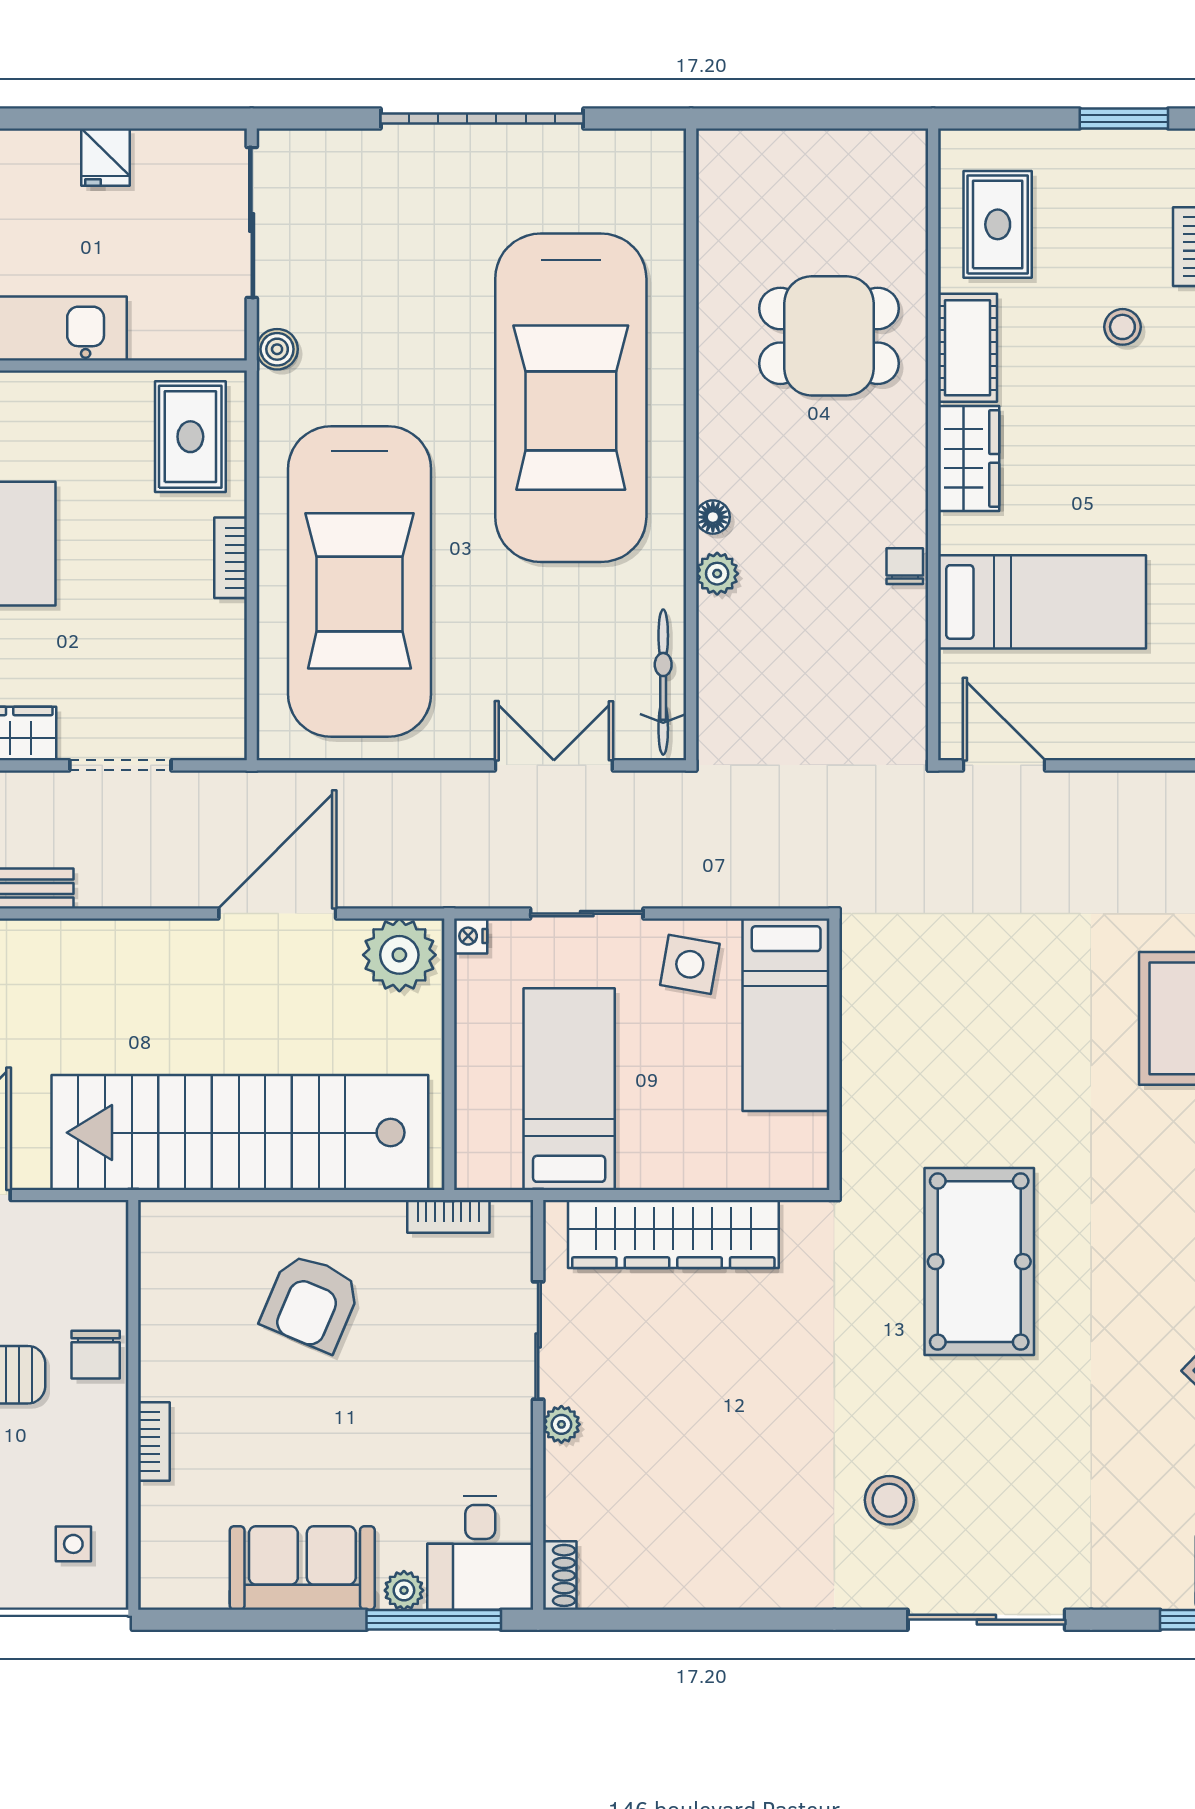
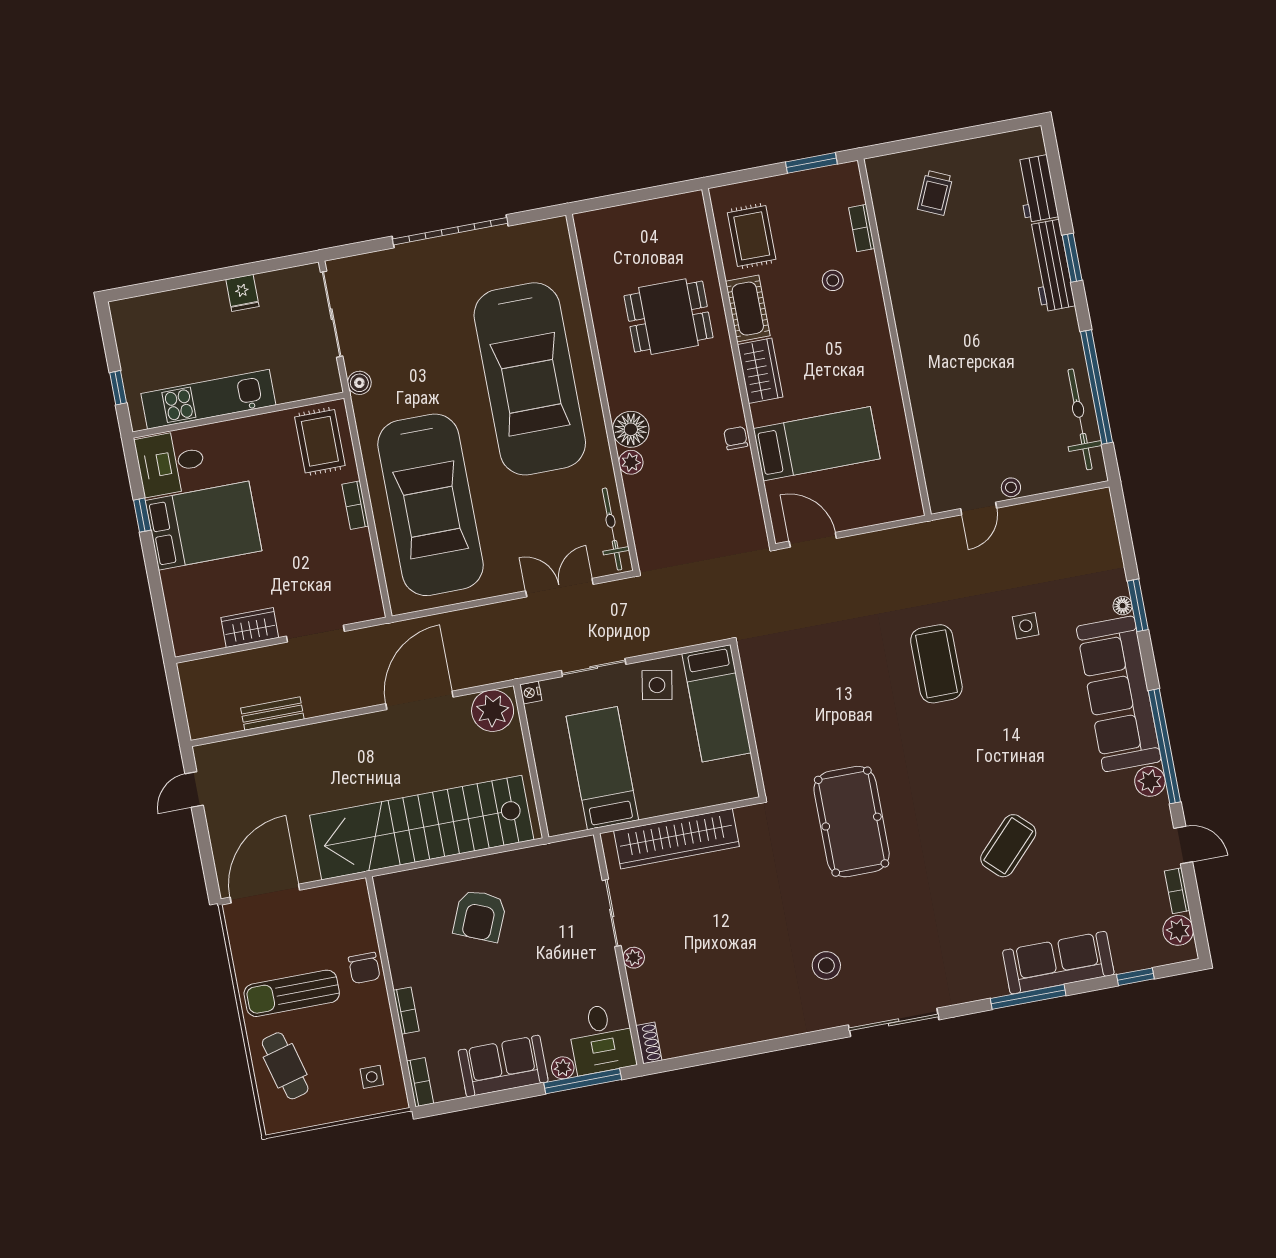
floor lamp: (713, 517) -> (631, 429), width x1.89, depth x1.89
bookcase: (448, 1216) -> (420, 1082), moved, turned -90

